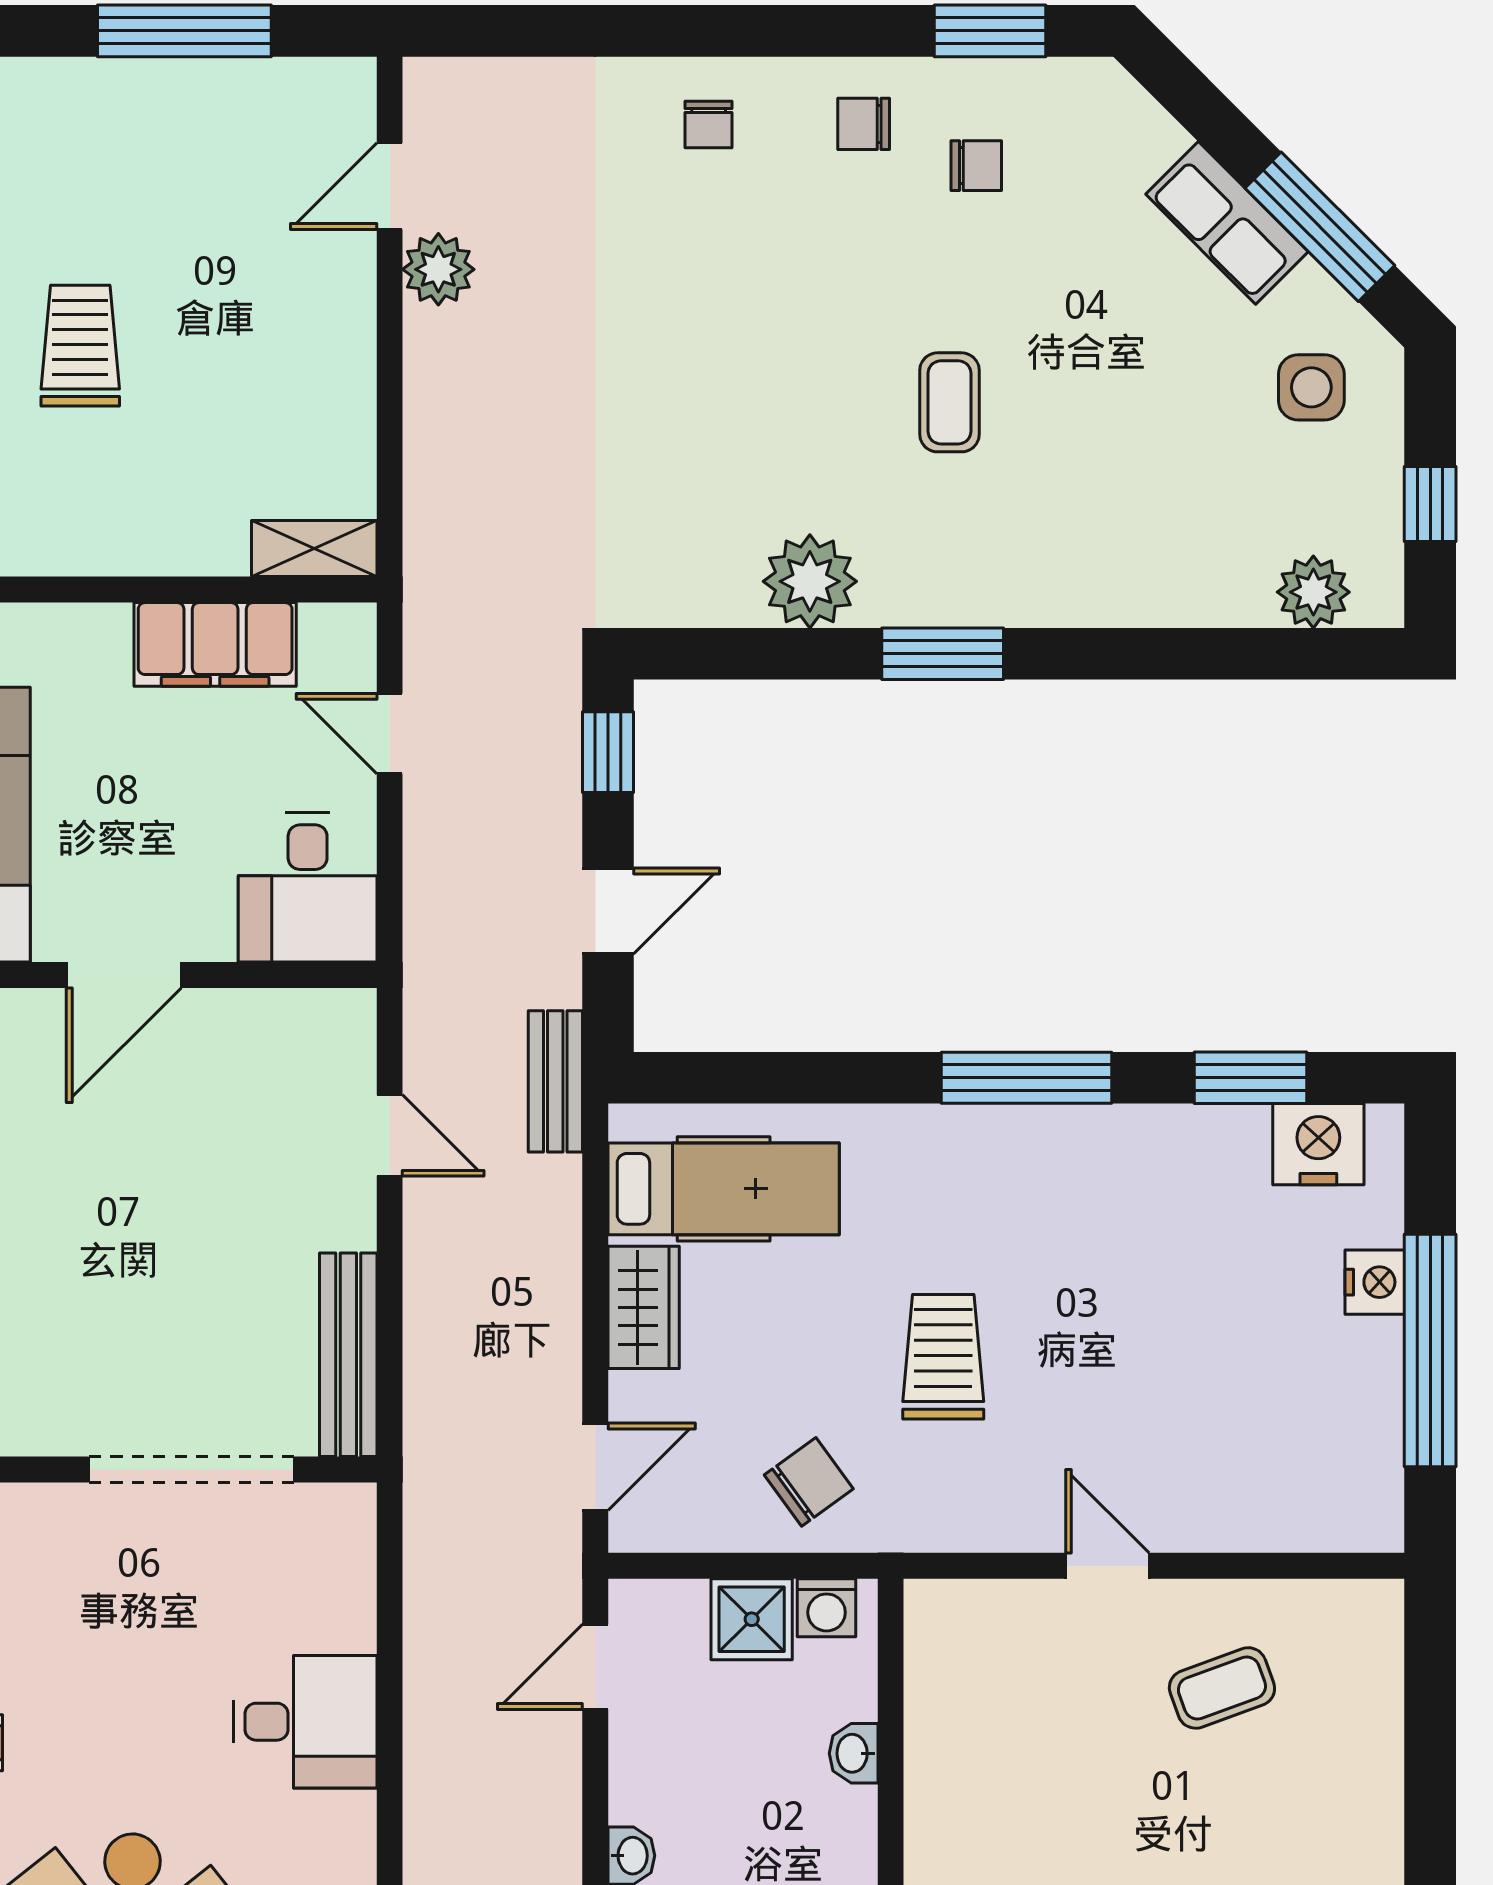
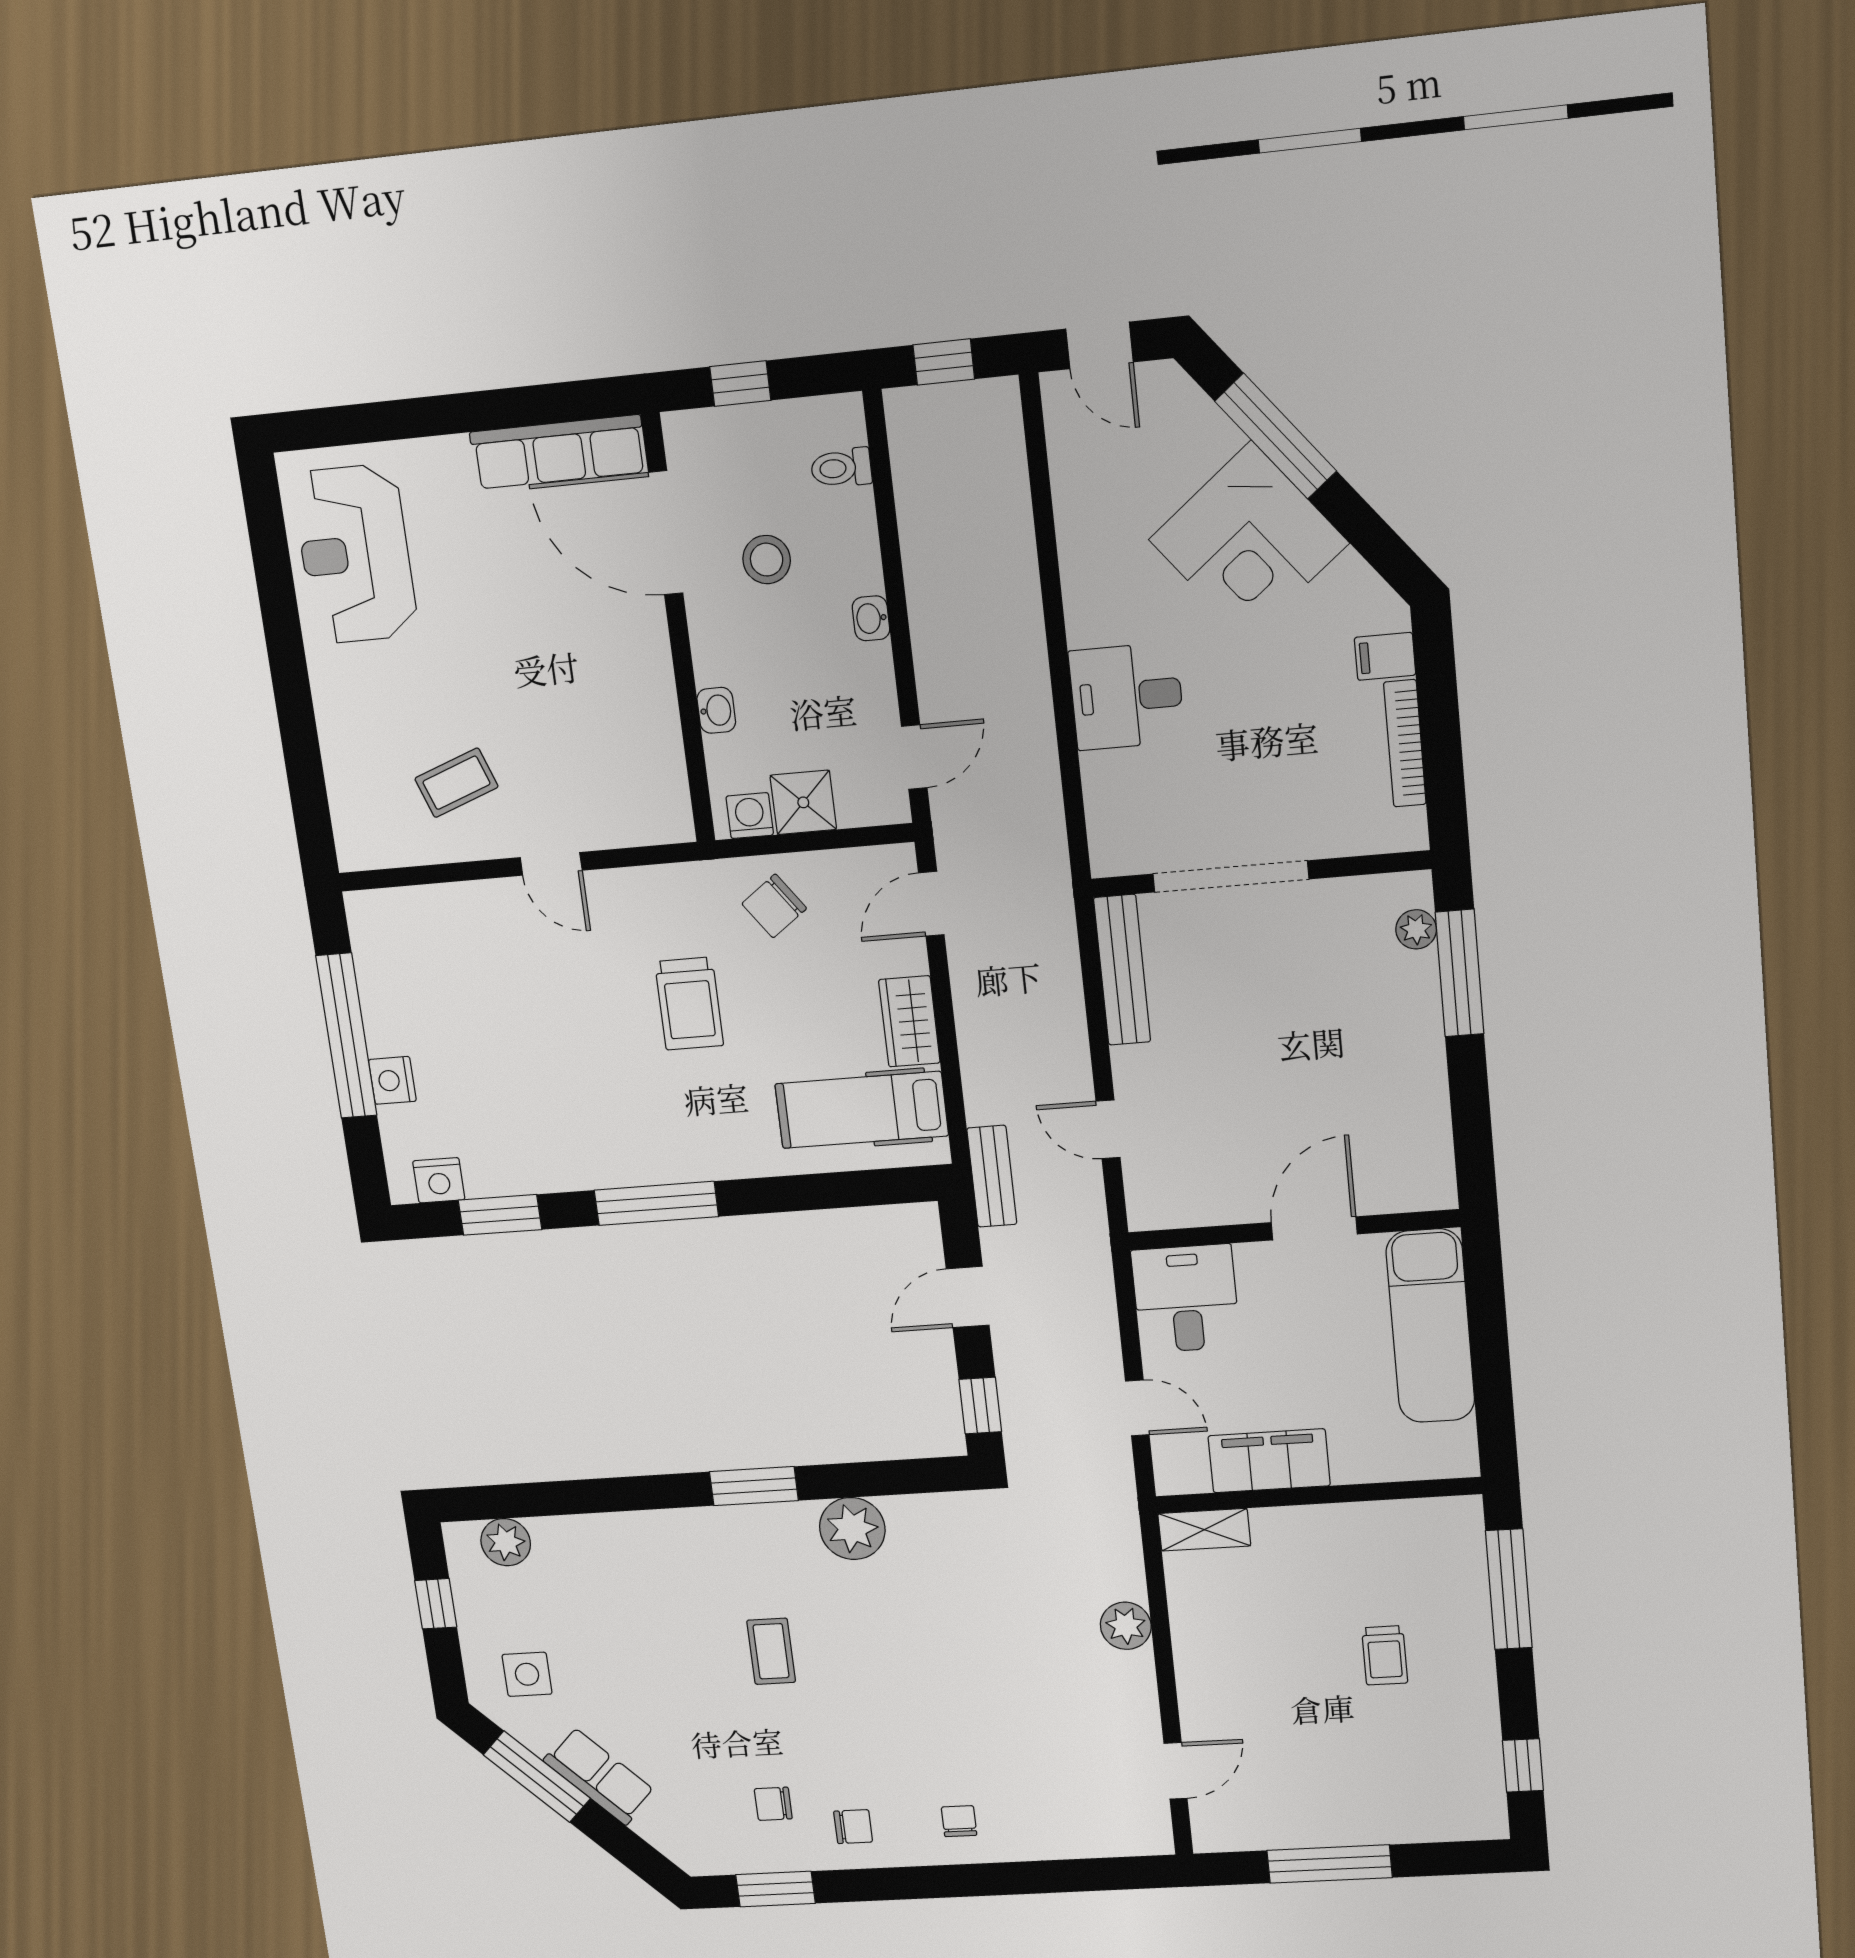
plant: (438, 269) -> (1126, 1626), moved
trolley: (80, 346) -> (1385, 1655), width x0.73, depth x0.72
nightstand: (1318, 1144) -> (439, 1180), width x0.74, depth x0.75

